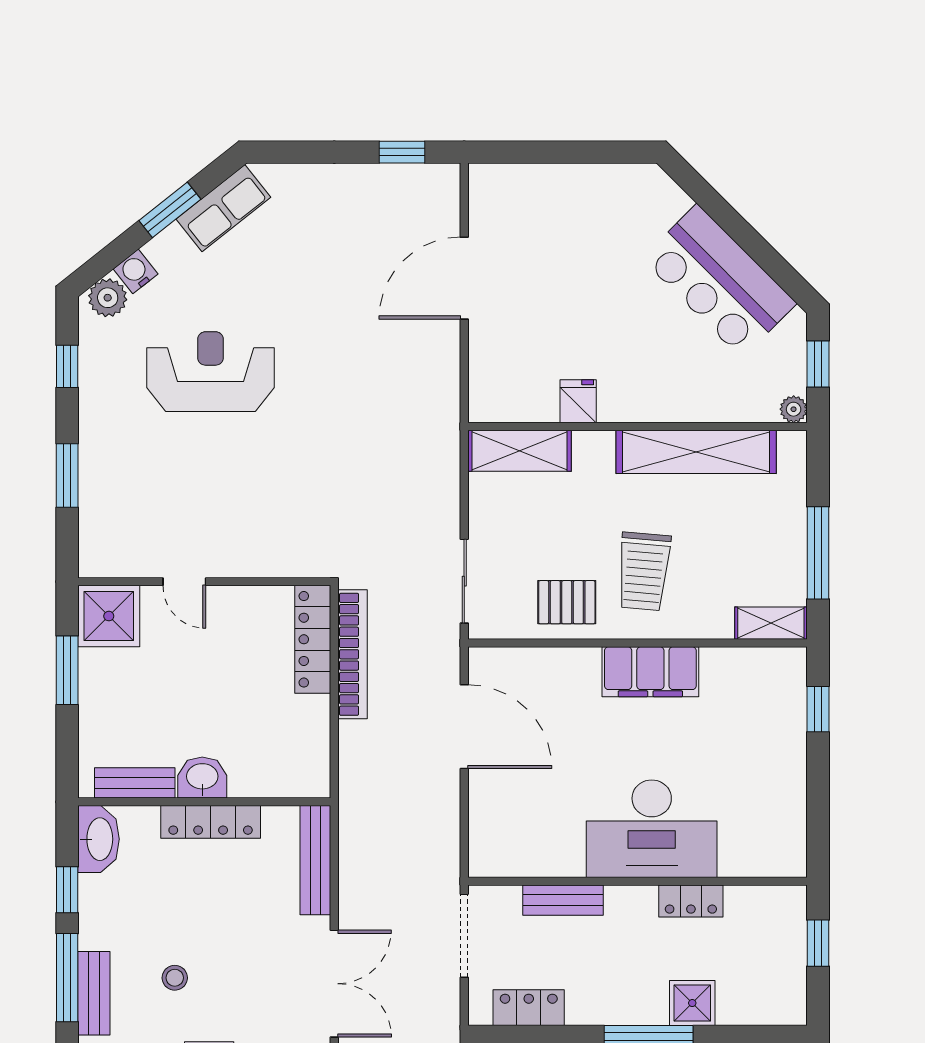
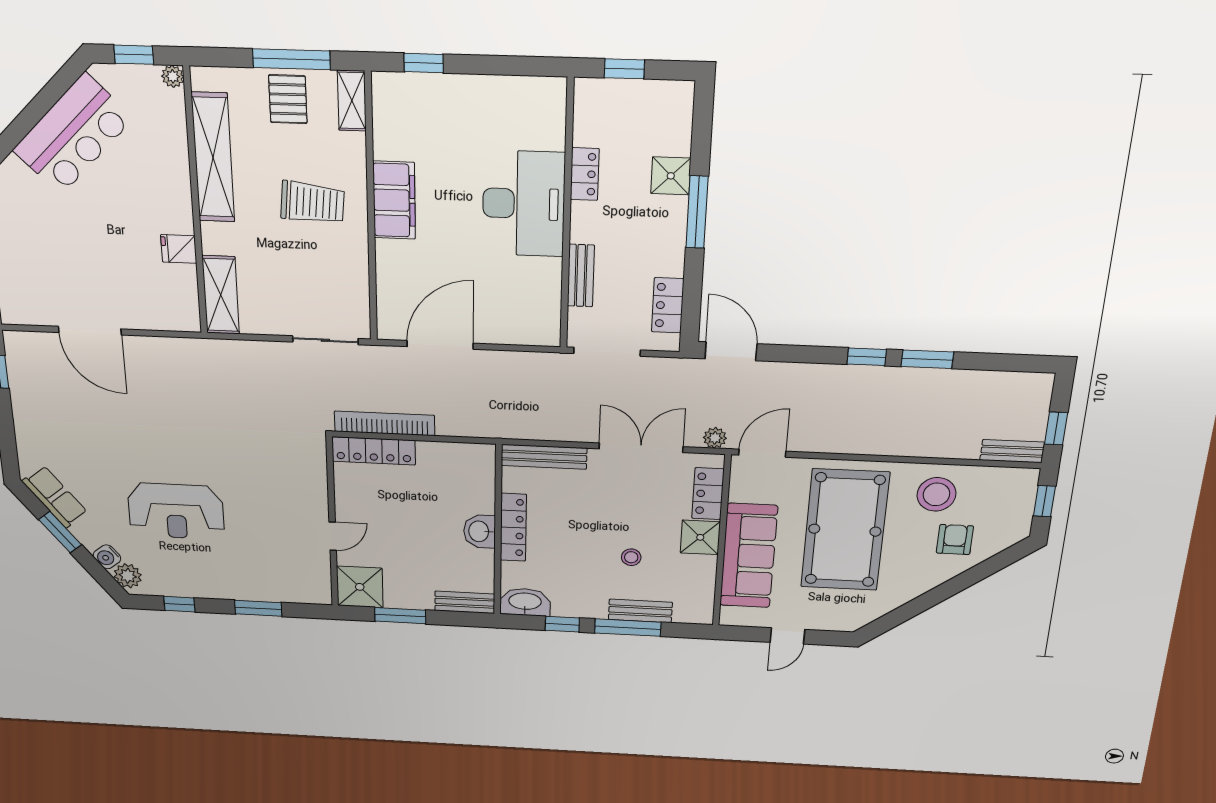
reception desk: (211, 372) -> (176, 511), turned -90
pallet: (567, 602) -> (288, 99), moved
bench: (135, 783) -> (465, 602), moved, turned 90

